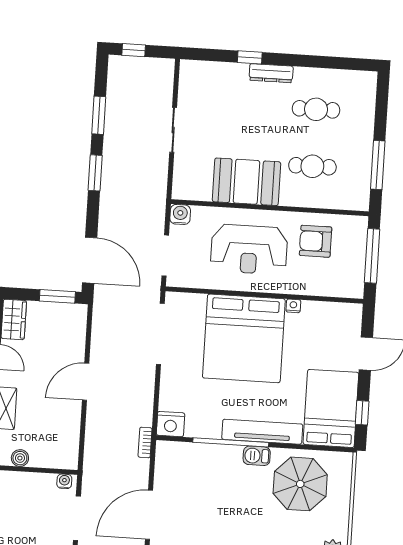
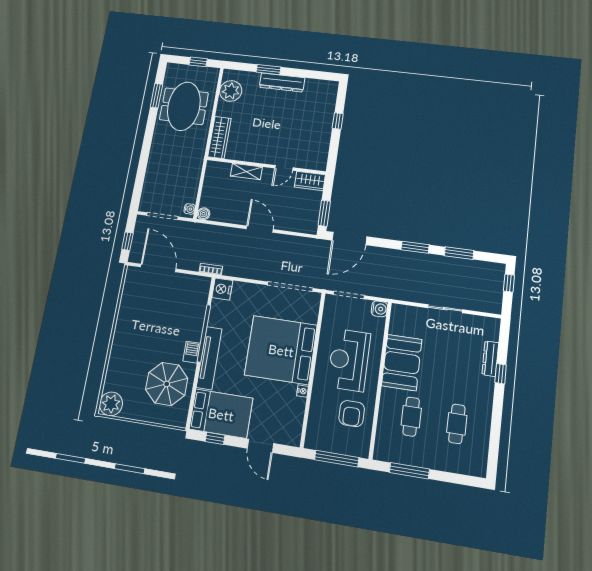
dresser: (271, 73) -> (490, 359), moved
armchair: (316, 241) -> (352, 414), turned 180
boiler: (20, 458) -> (204, 214), moved

